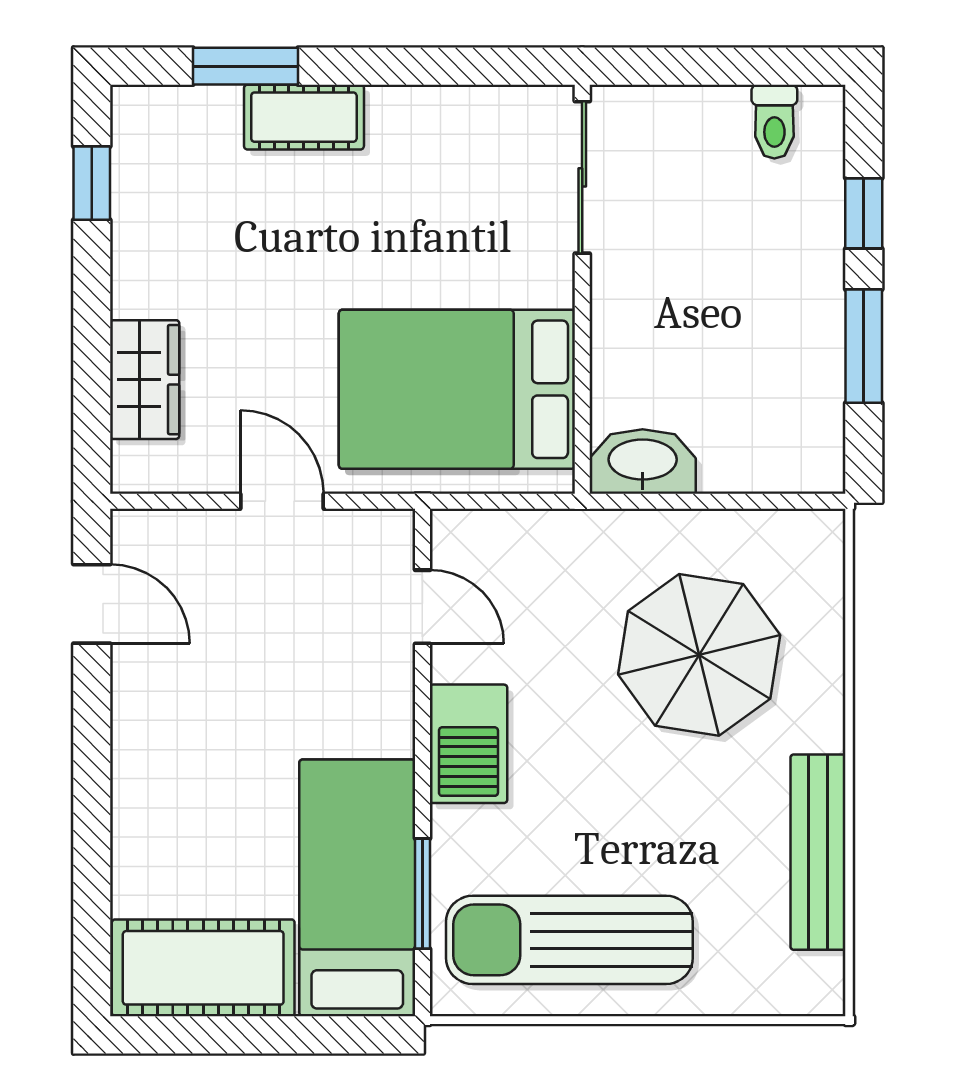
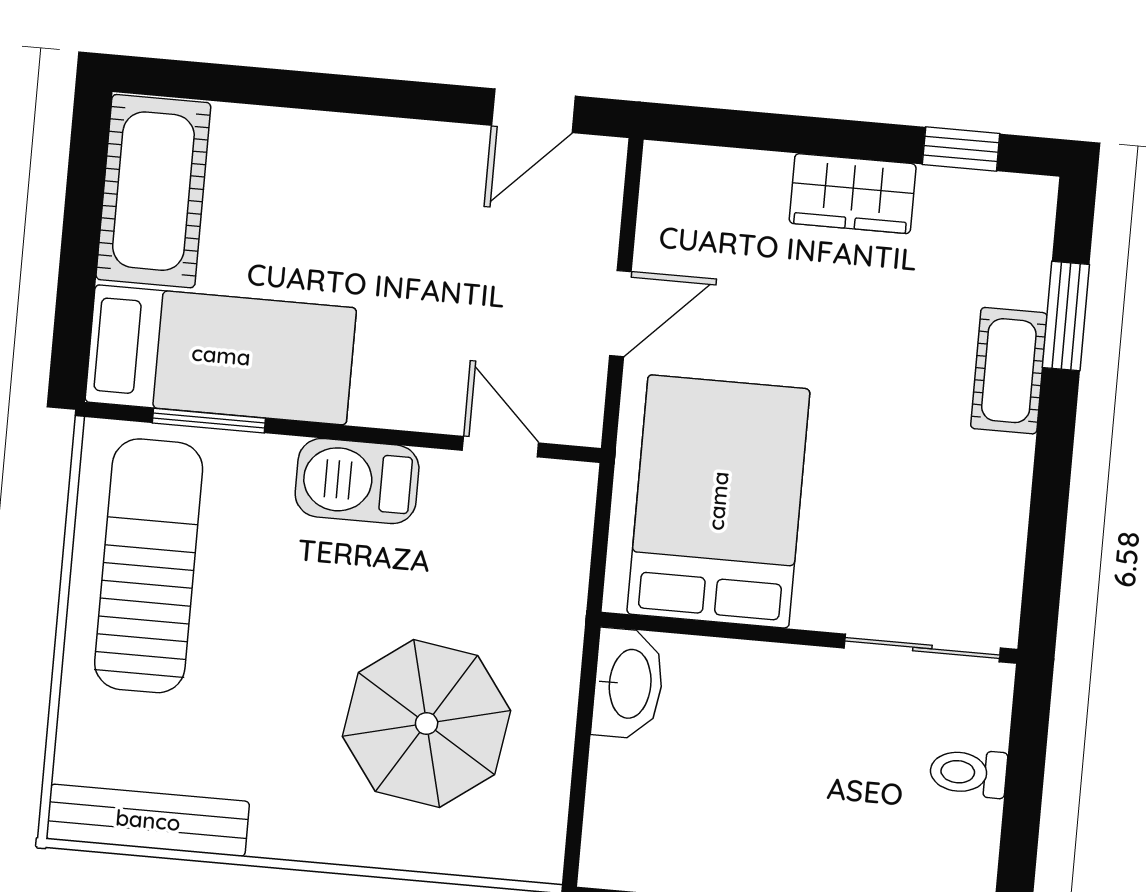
toilet: (774, 122) -> (968, 773), moved
wardrobe: (145, 380) -> (853, 194), moved
door: (422, 607) -> (500, 447), swing flipped
bench: (818, 852) -> (148, 820), moved

